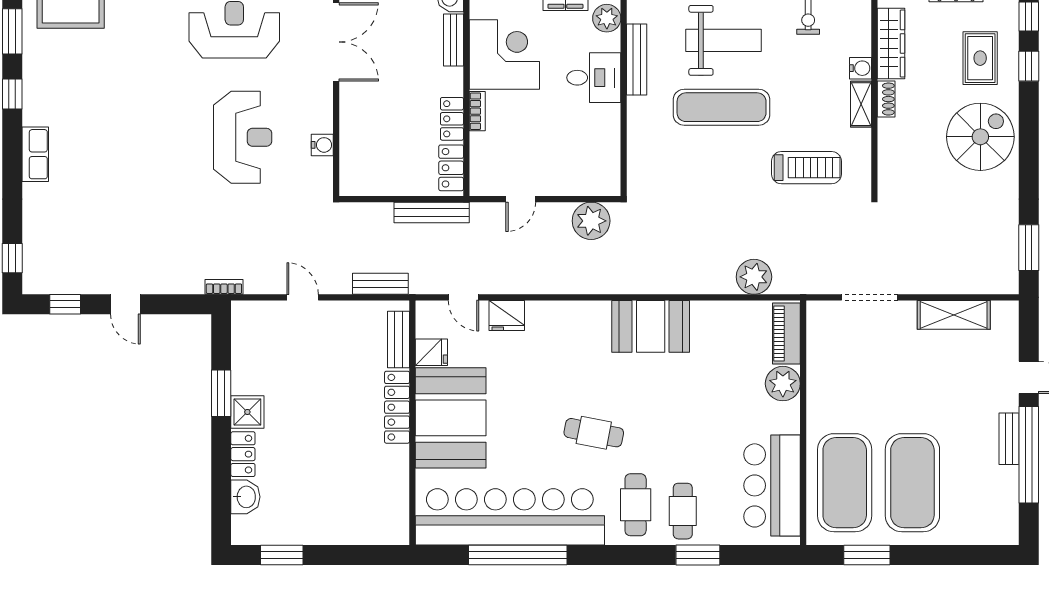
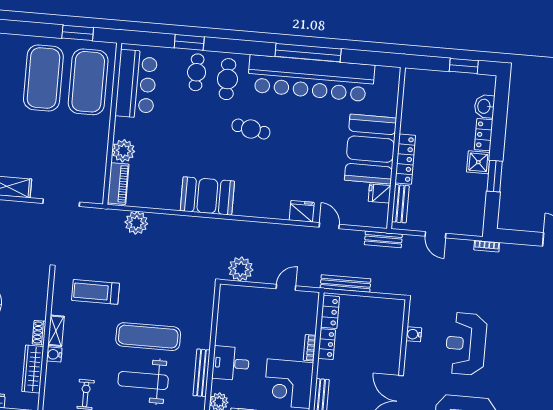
bench: (399, 340) -> (400, 204), moved
fridge: (431, 352) -> (380, 194), moved
locker: (397, 407) -> (405, 159), moved
booth: (451, 418) -> (371, 149), moved
wall: (412, 423) -> (396, 148), moved

